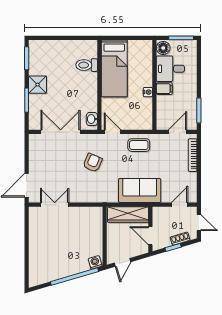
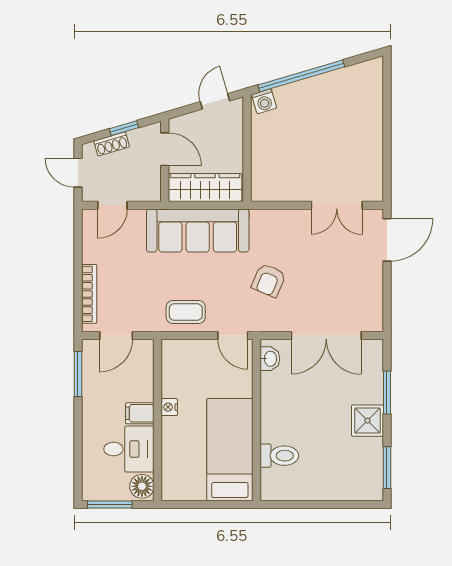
sofa: (140, 190) -> (198, 231), width x1.36

